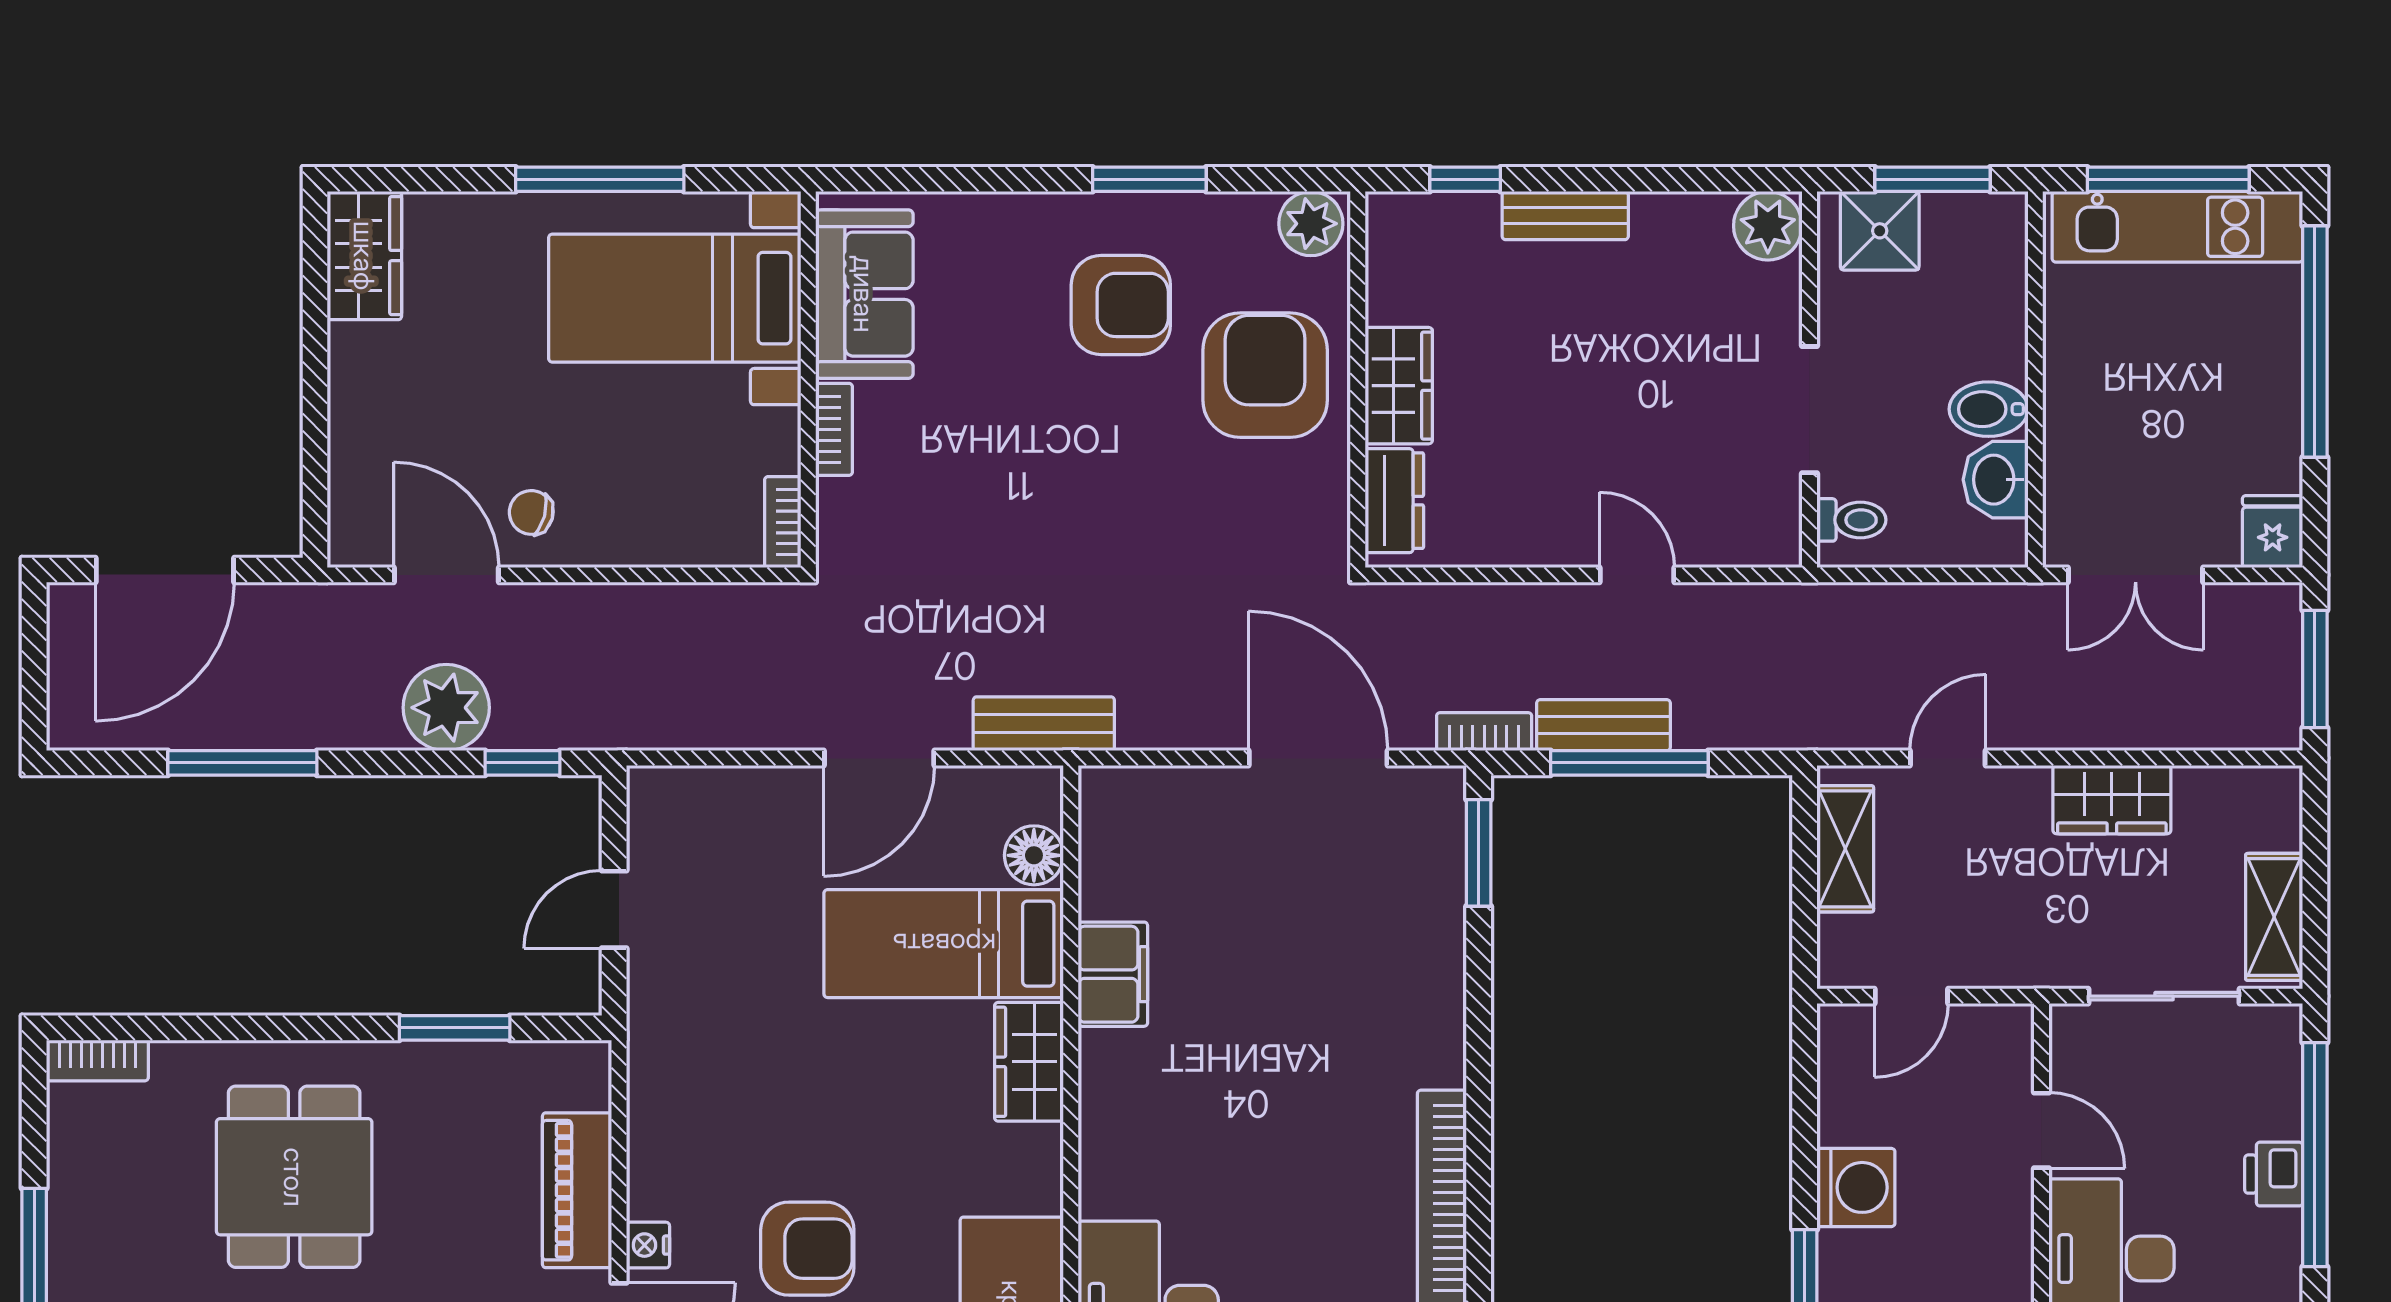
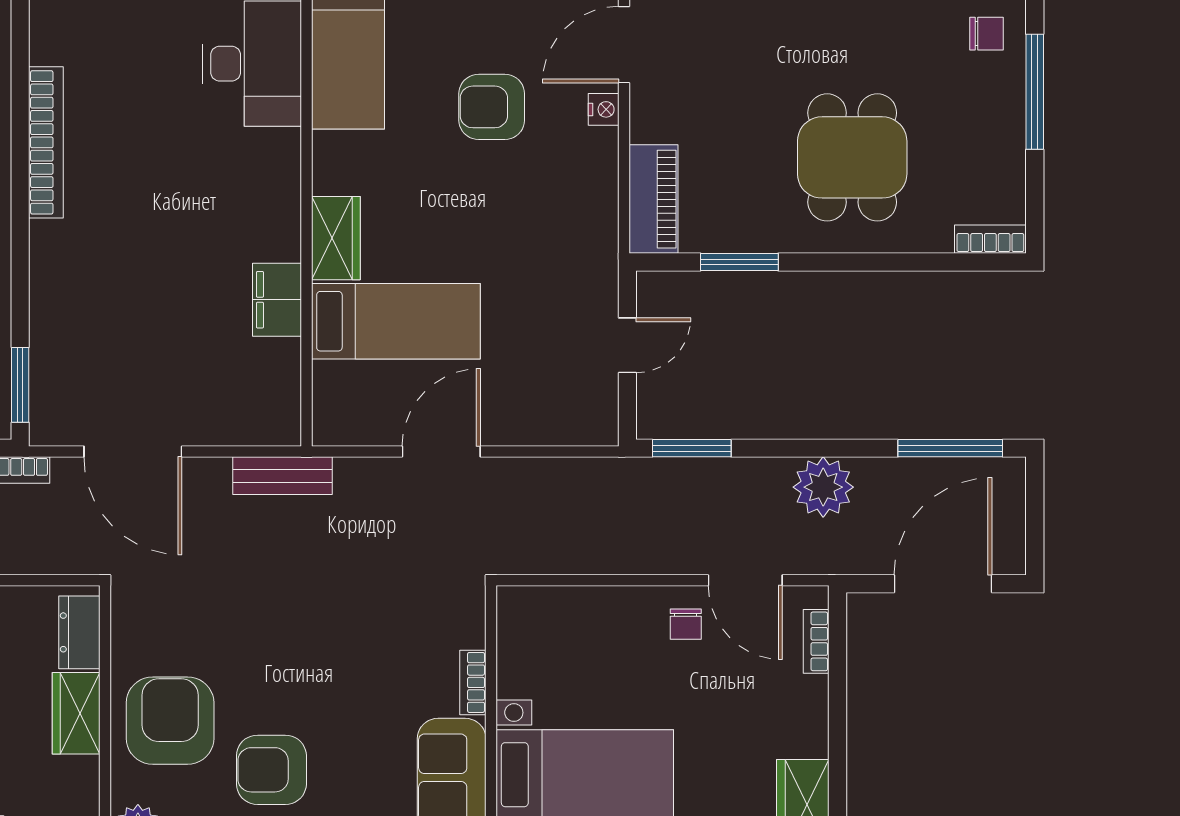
armchair: (1265, 375) -> (170, 721), turned 180
chair: (531, 512) -> (686, 624), turned 75
bookcase: (783, 522) -> (816, 641), moved, turned 180
plant: (446, 708) -> (823, 487), moved
bench: (1044, 724) -> (283, 476), moved
window: (242, 763) -> (950, 448), moved
window: (522, 763) -> (692, 448), width x1.50
floor lamp: (1034, 855) -> (332, 383), removed
piano: (577, 1190) -> (653, 199), moved

